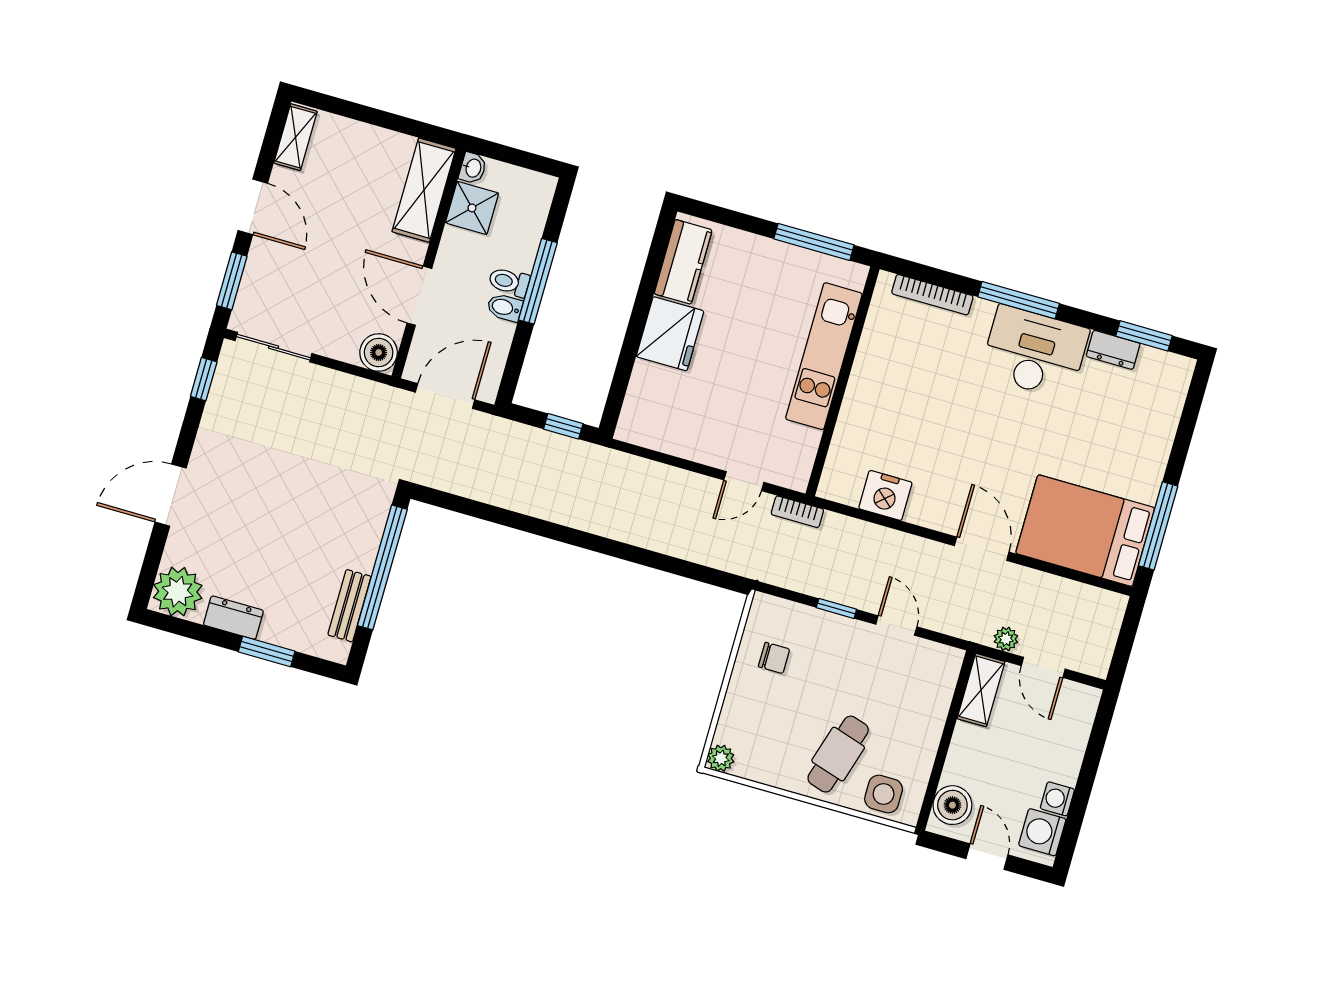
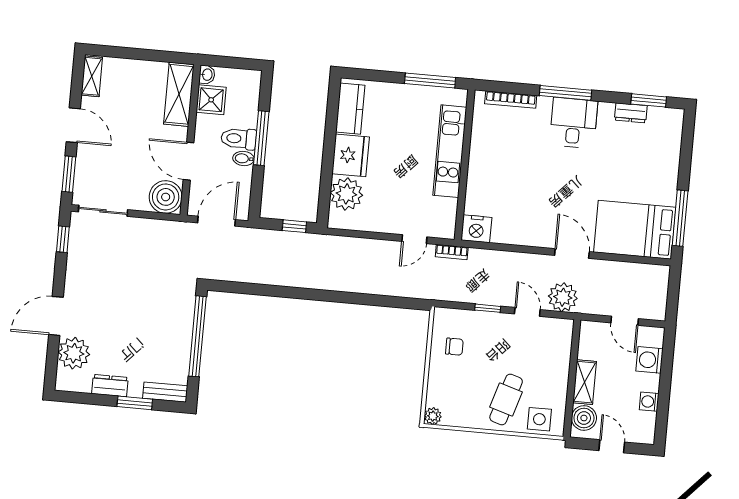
toilet: (509, 282) -> (239, 139), width x1.37, depth x1.39
desk: (1035, 352) -> (574, 123), width x0.73
boiler: (379, 353) -> (166, 197), width x1.37, depth x1.37
plant: (653, 392) -> (346, 194), added
nightstand: (885, 495) -> (476, 229), moved
plant: (178, 592) -> (74, 353), moved
bench: (349, 606) -> (165, 392), moved, turned 90
plant: (1006, 639) -> (563, 297), moved, width x1.88, depth x1.88
shelving: (981, 690) -> (585, 382), moved
washing machine: (1042, 832) -> (649, 360), moved

